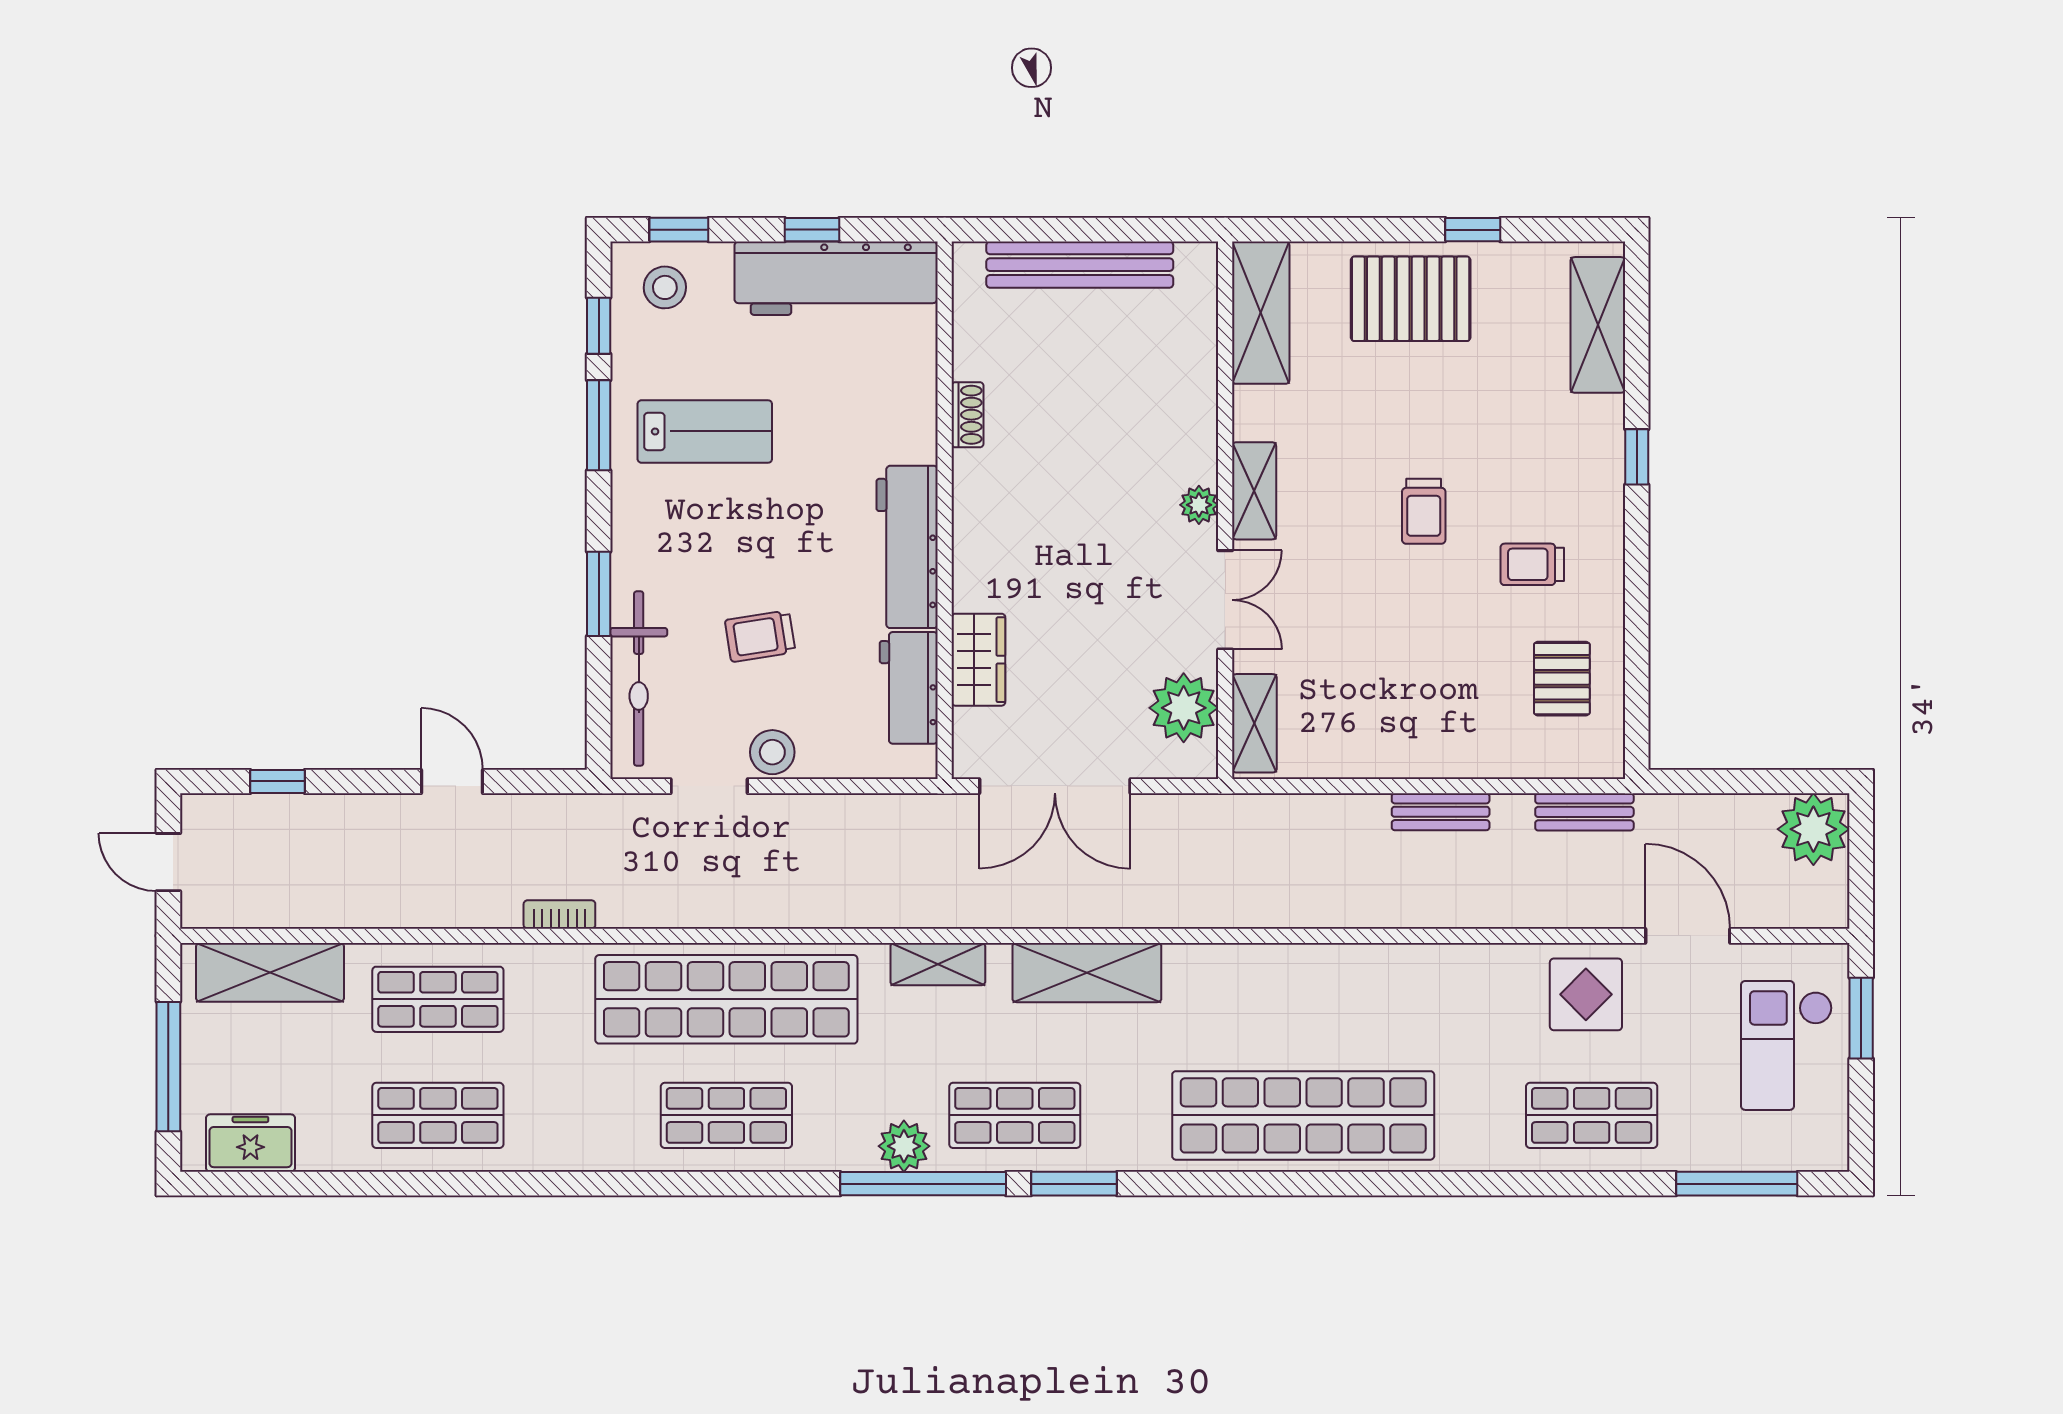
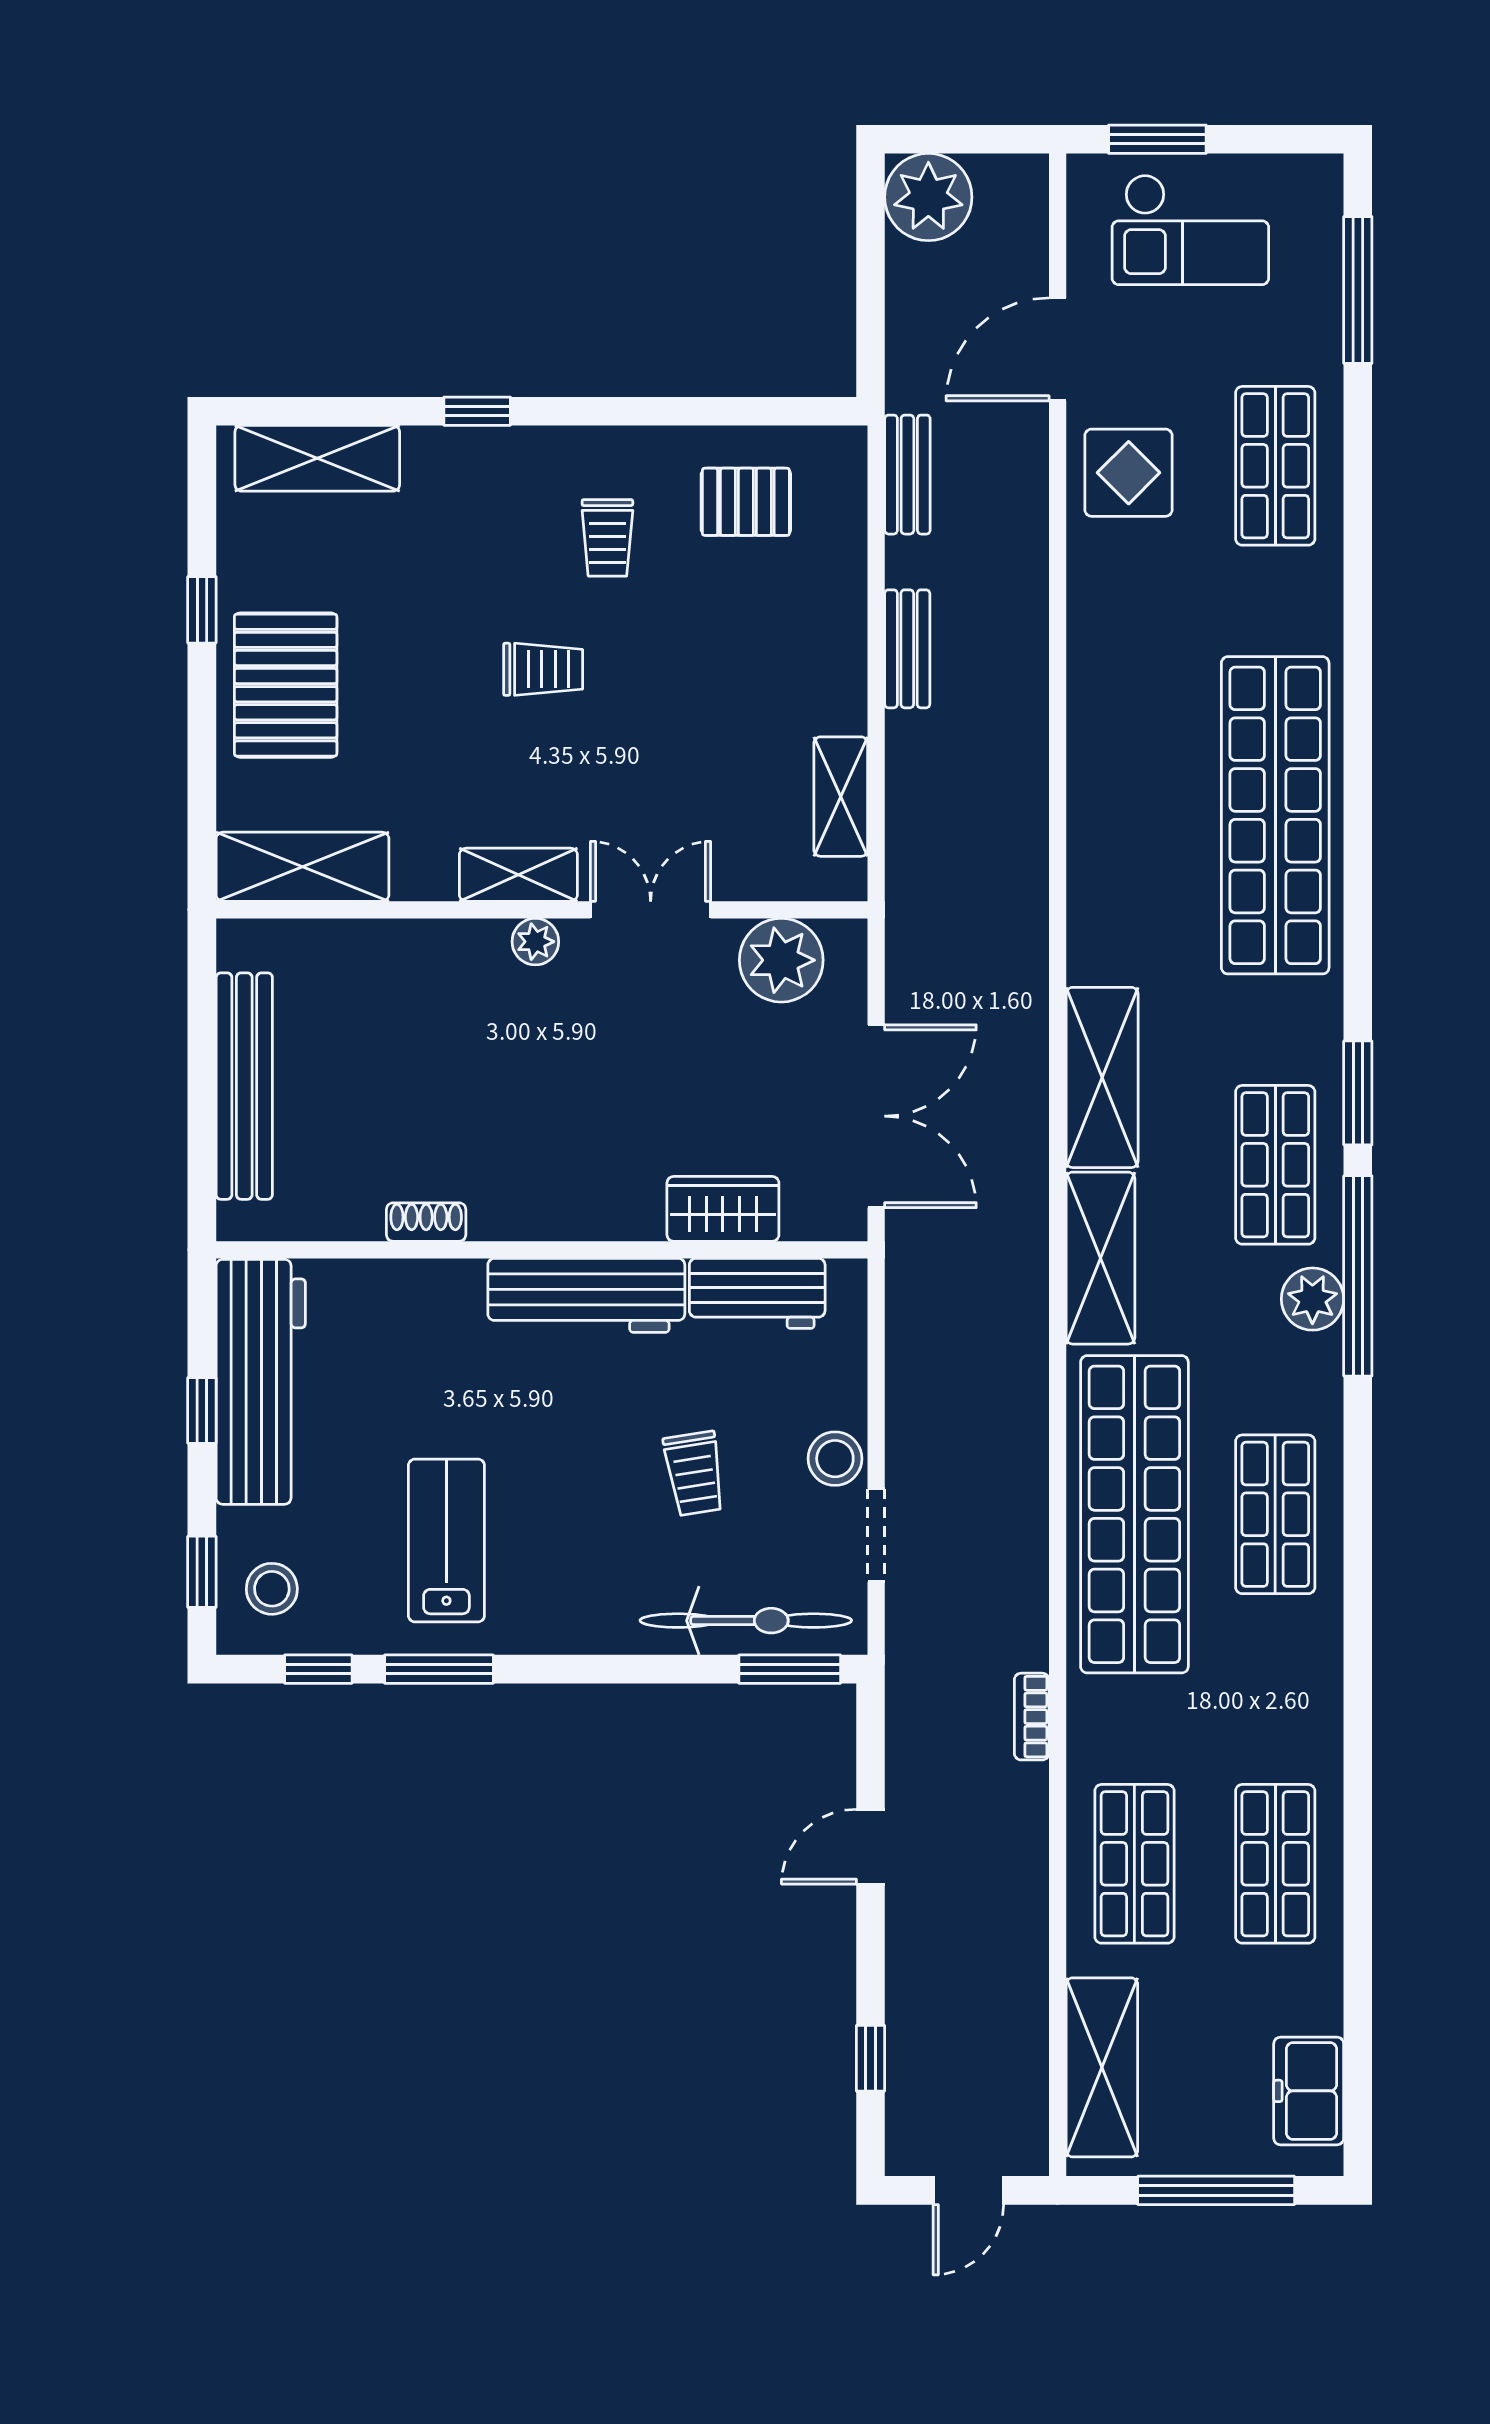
window: (599, 594) -> (790, 1669), moved
shelving: (1254, 723) -> (841, 797), moved, turned 90
shelving: (938, 964) -> (1100, 1258), width x1.50, depth x1.33

